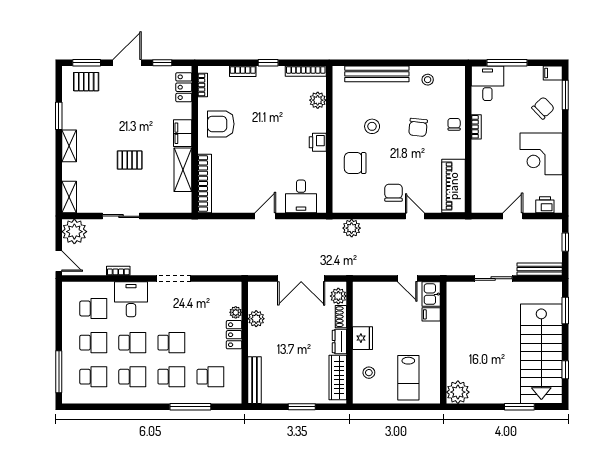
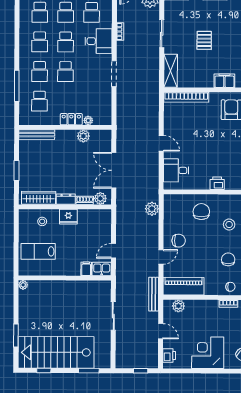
chair: (418, 127) -> (228, 259), turned 84
shelving: (183, 170) -> (171, 71), moved, turned 90
plant: (480, 193) -> (178, 306), added
bench: (540, 269) -> (154, 294), moved
plant: (458, 392) -> (23, 285), width x0.53, depth x0.53

